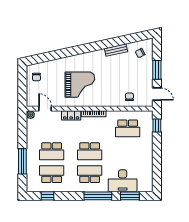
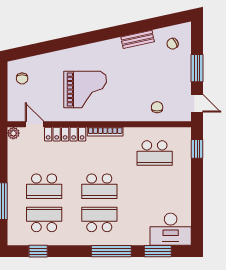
locker: (71, 115) -> (65, 134), width x1.53
desk: (123, 181) -> (171, 229), moved

